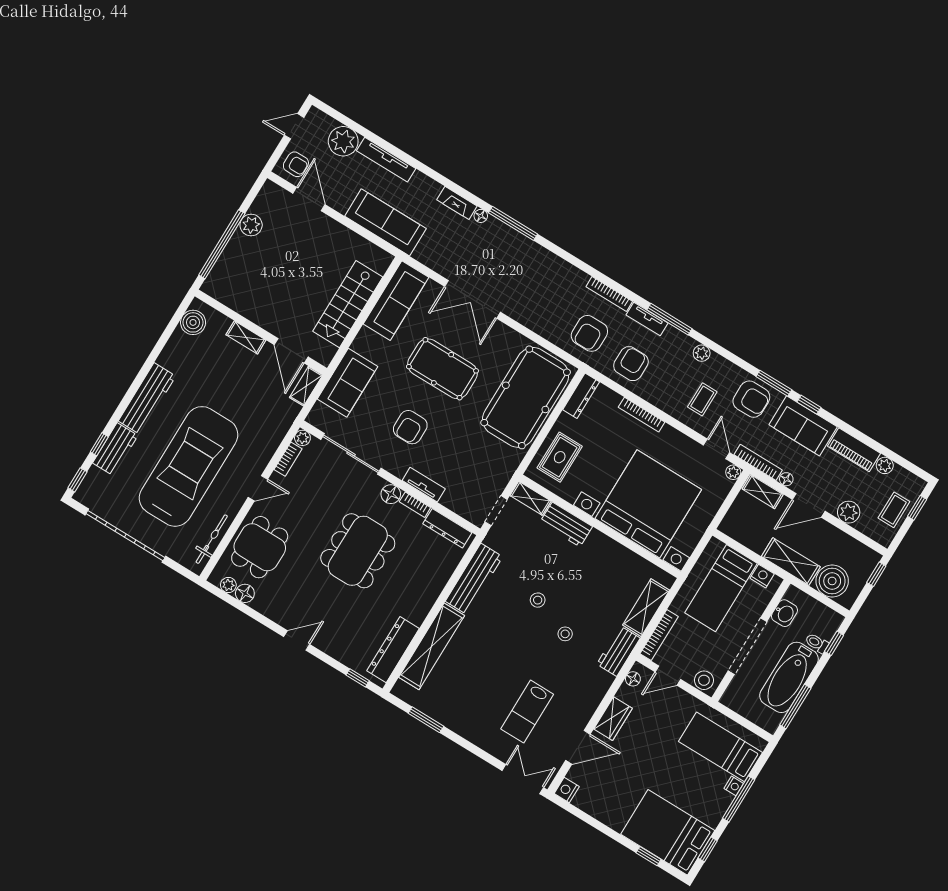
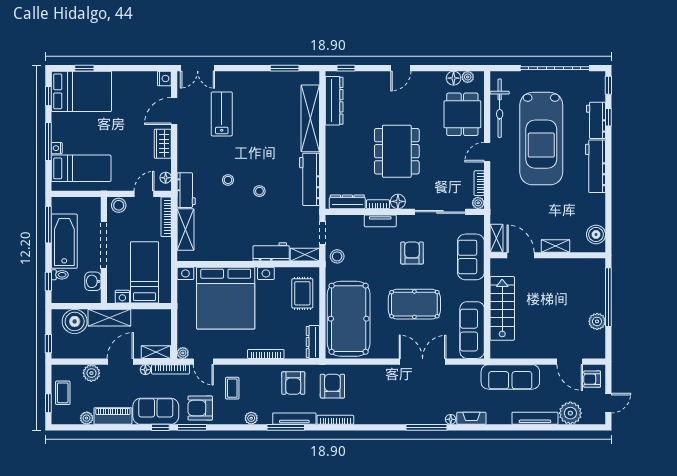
tv unit: (647, 319) -> (294, 419), width x1.41
stool: (496, 474) -> (337, 256), added
bicycle: (212, 539) -> (500, 108), width x1.37, depth x1.40

